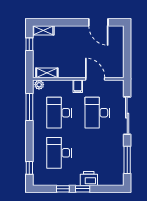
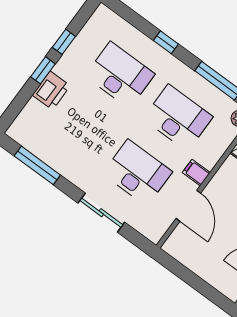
door: (95, 79) -> (188, 206), hinge flipped
sliding door: (127, 116) -> (101, 213), width x0.73
window: (29, 168) -> (166, 42), moved

